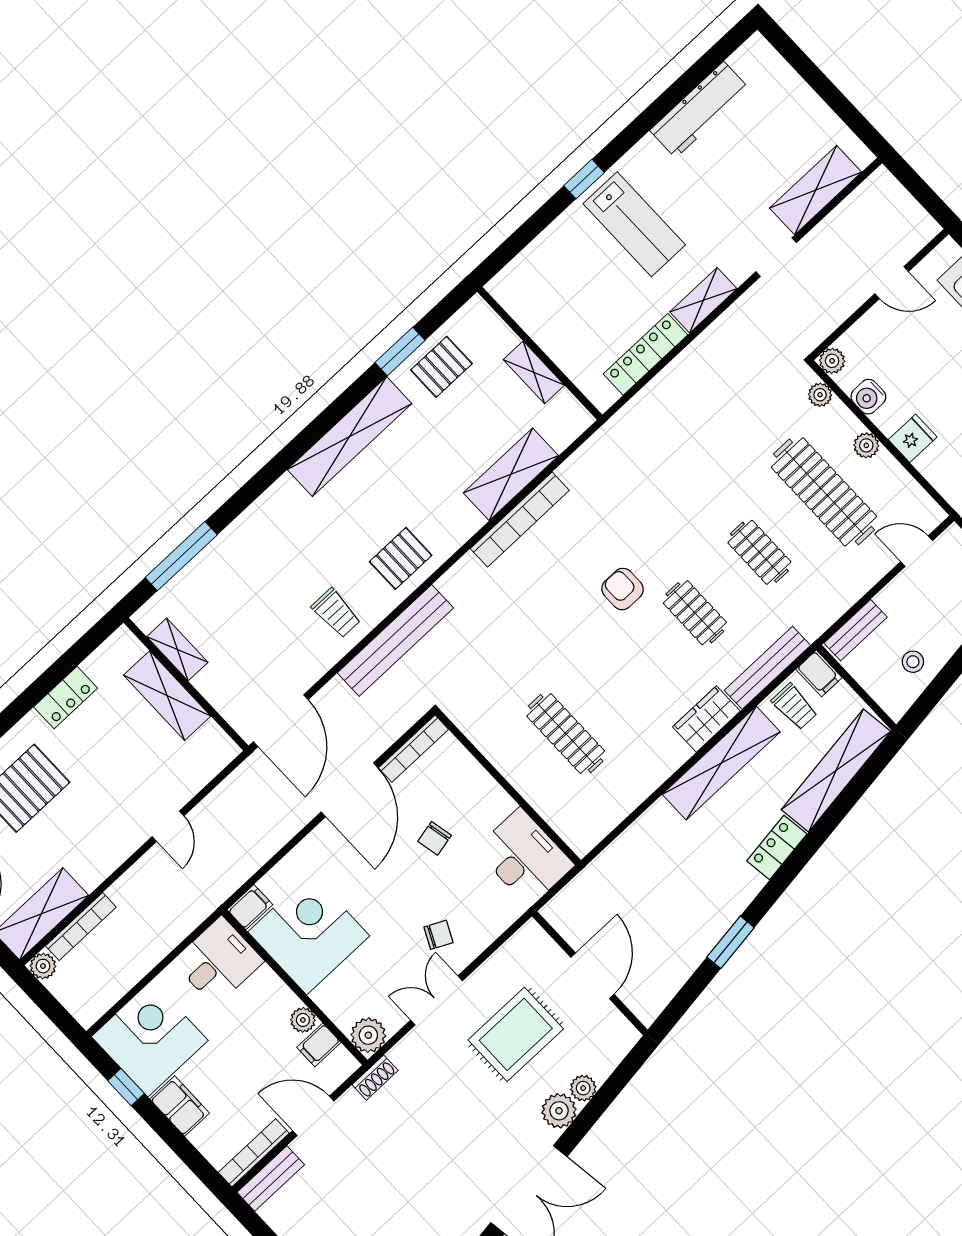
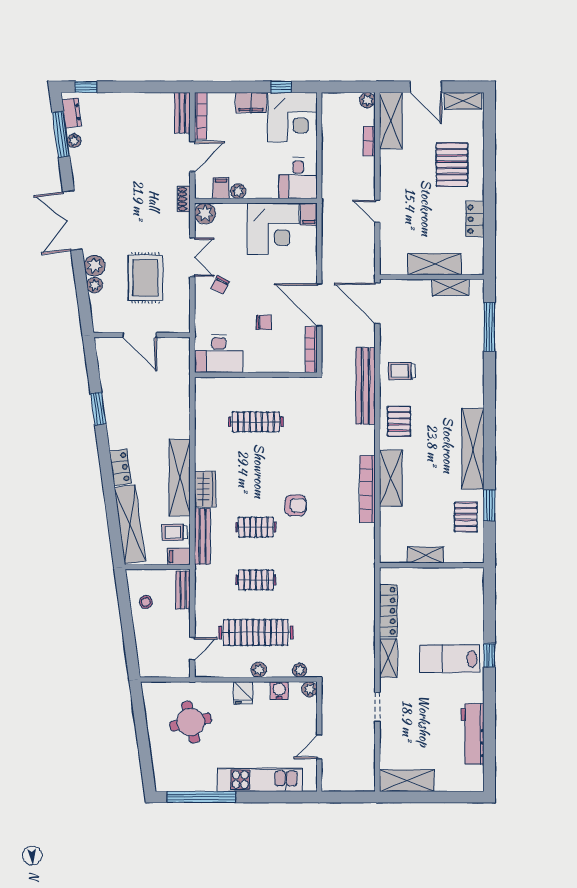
shelving: (816, 190) -> (407, 781), moved, turned 90
shelving: (511, 474) -> (391, 478), moved
chair: (435, 838) -> (264, 322), turned 102
bookcase: (81, 927) -> (369, 141), width x0.64

